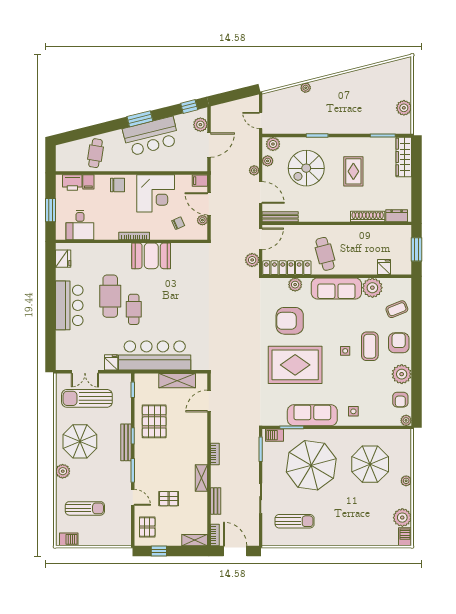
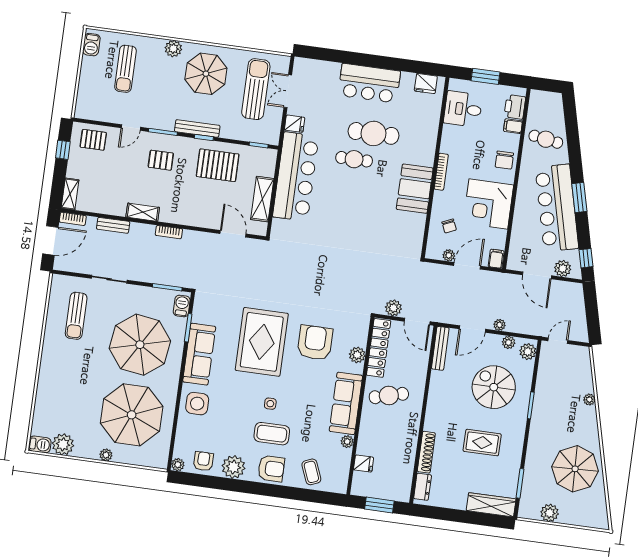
parasol: (365, 92) -> (575, 469), added
bar counter: (151, 136) -> (557, 208), width x1.36
plant: (372, 288) -> (347, 442), width x0.53, depth x0.53
armchair: (400, 400) -> (203, 461), turned 90
side table: (353, 411) -> (197, 404), width x1.87, depth x1.87
parasol: (370, 464) -> (132, 415), width x1.36, depth x1.36
pallet: (169, 499) -> (161, 160), moved, turned 90

